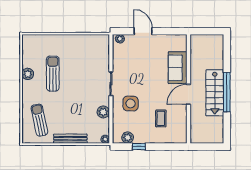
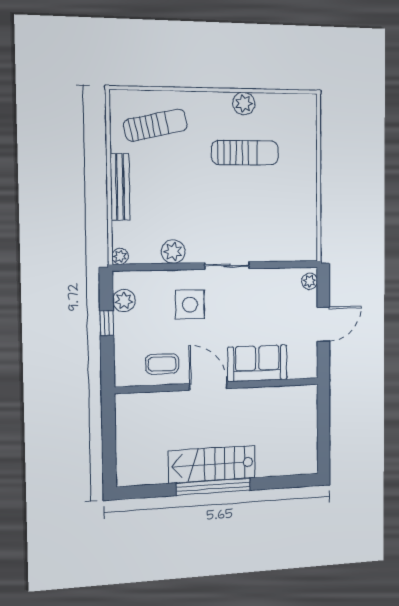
sofa: (178, 68) -> (257, 363), moved
wall: (188, 89) -> (218, 386), moved
door: (188, 94) -> (208, 386), moved

